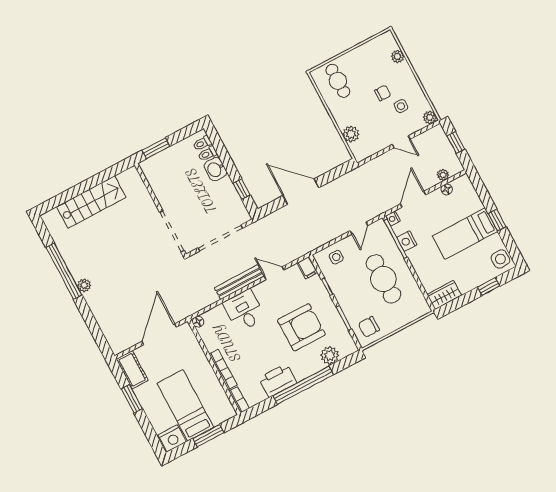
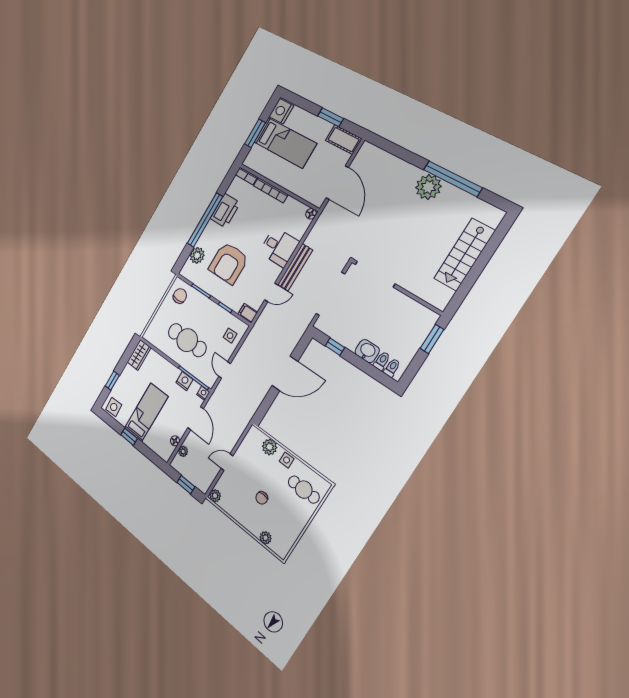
side table: (401, 106) -> (287, 460), moved
plant: (84, 285) -> (428, 187), width x1.88, depth x1.88

